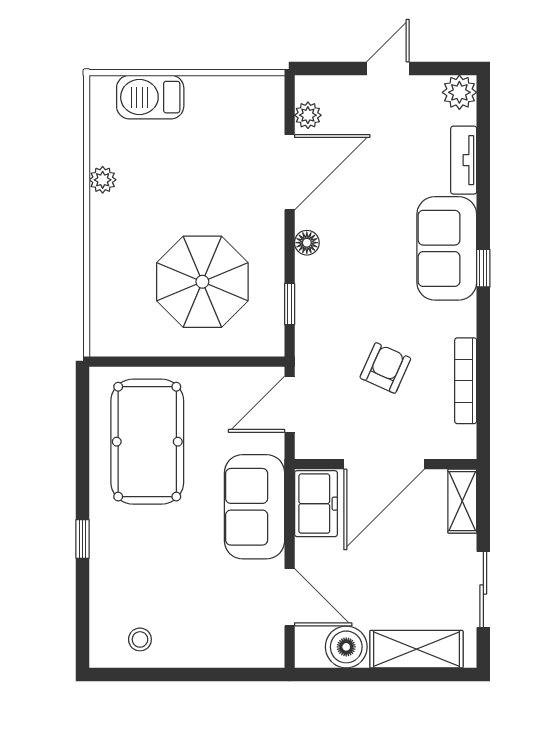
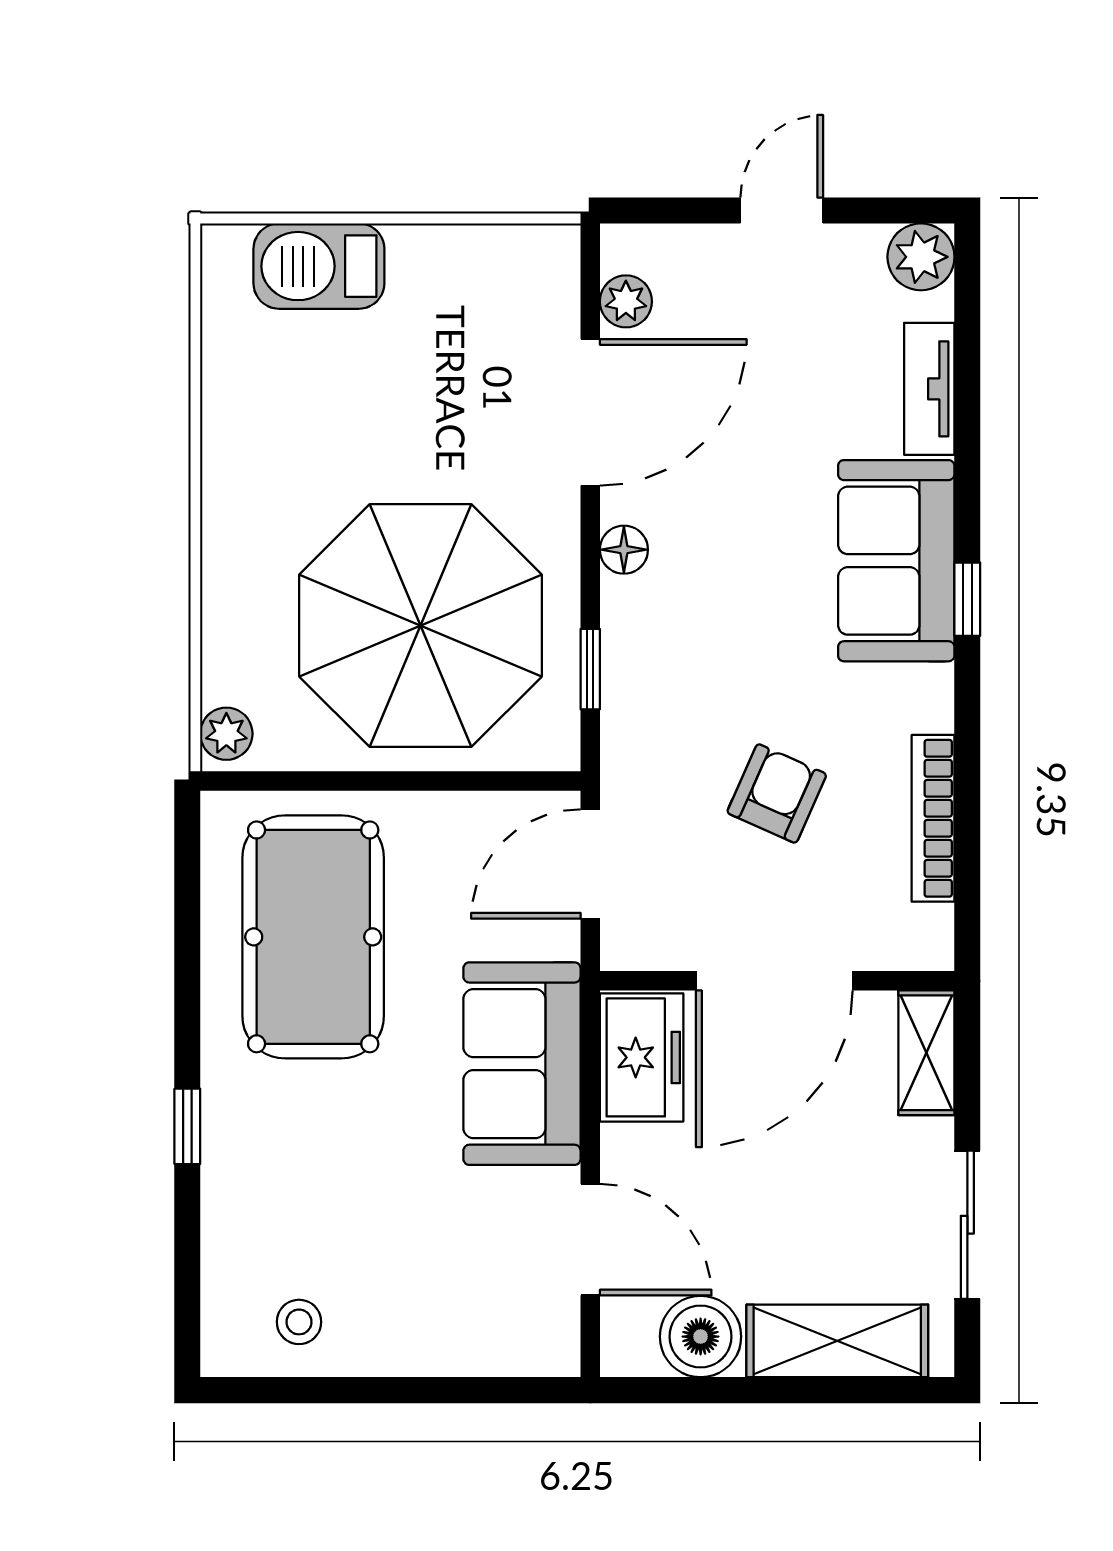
plant: (103, 180) -> (226, 734), moved
parasol: (202, 282) -> (421, 626), width x1.36, depth x1.36

